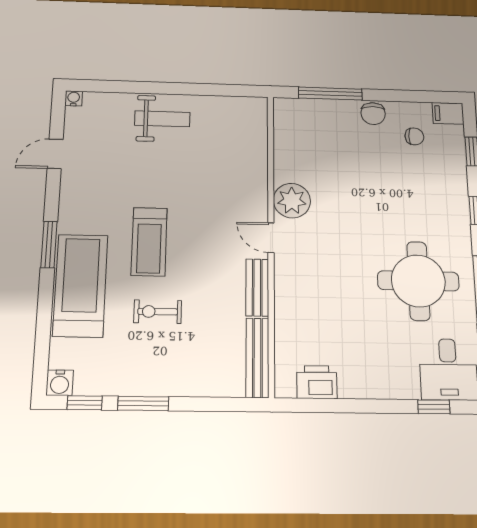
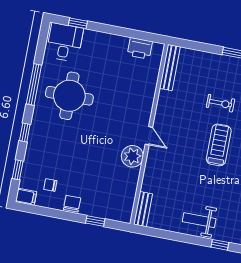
window: (122, 87) -> (220, 245), added
window: (330, 94) -> (95, 221), width x0.46
bench: (257, 287) -> (143, 209), moved

